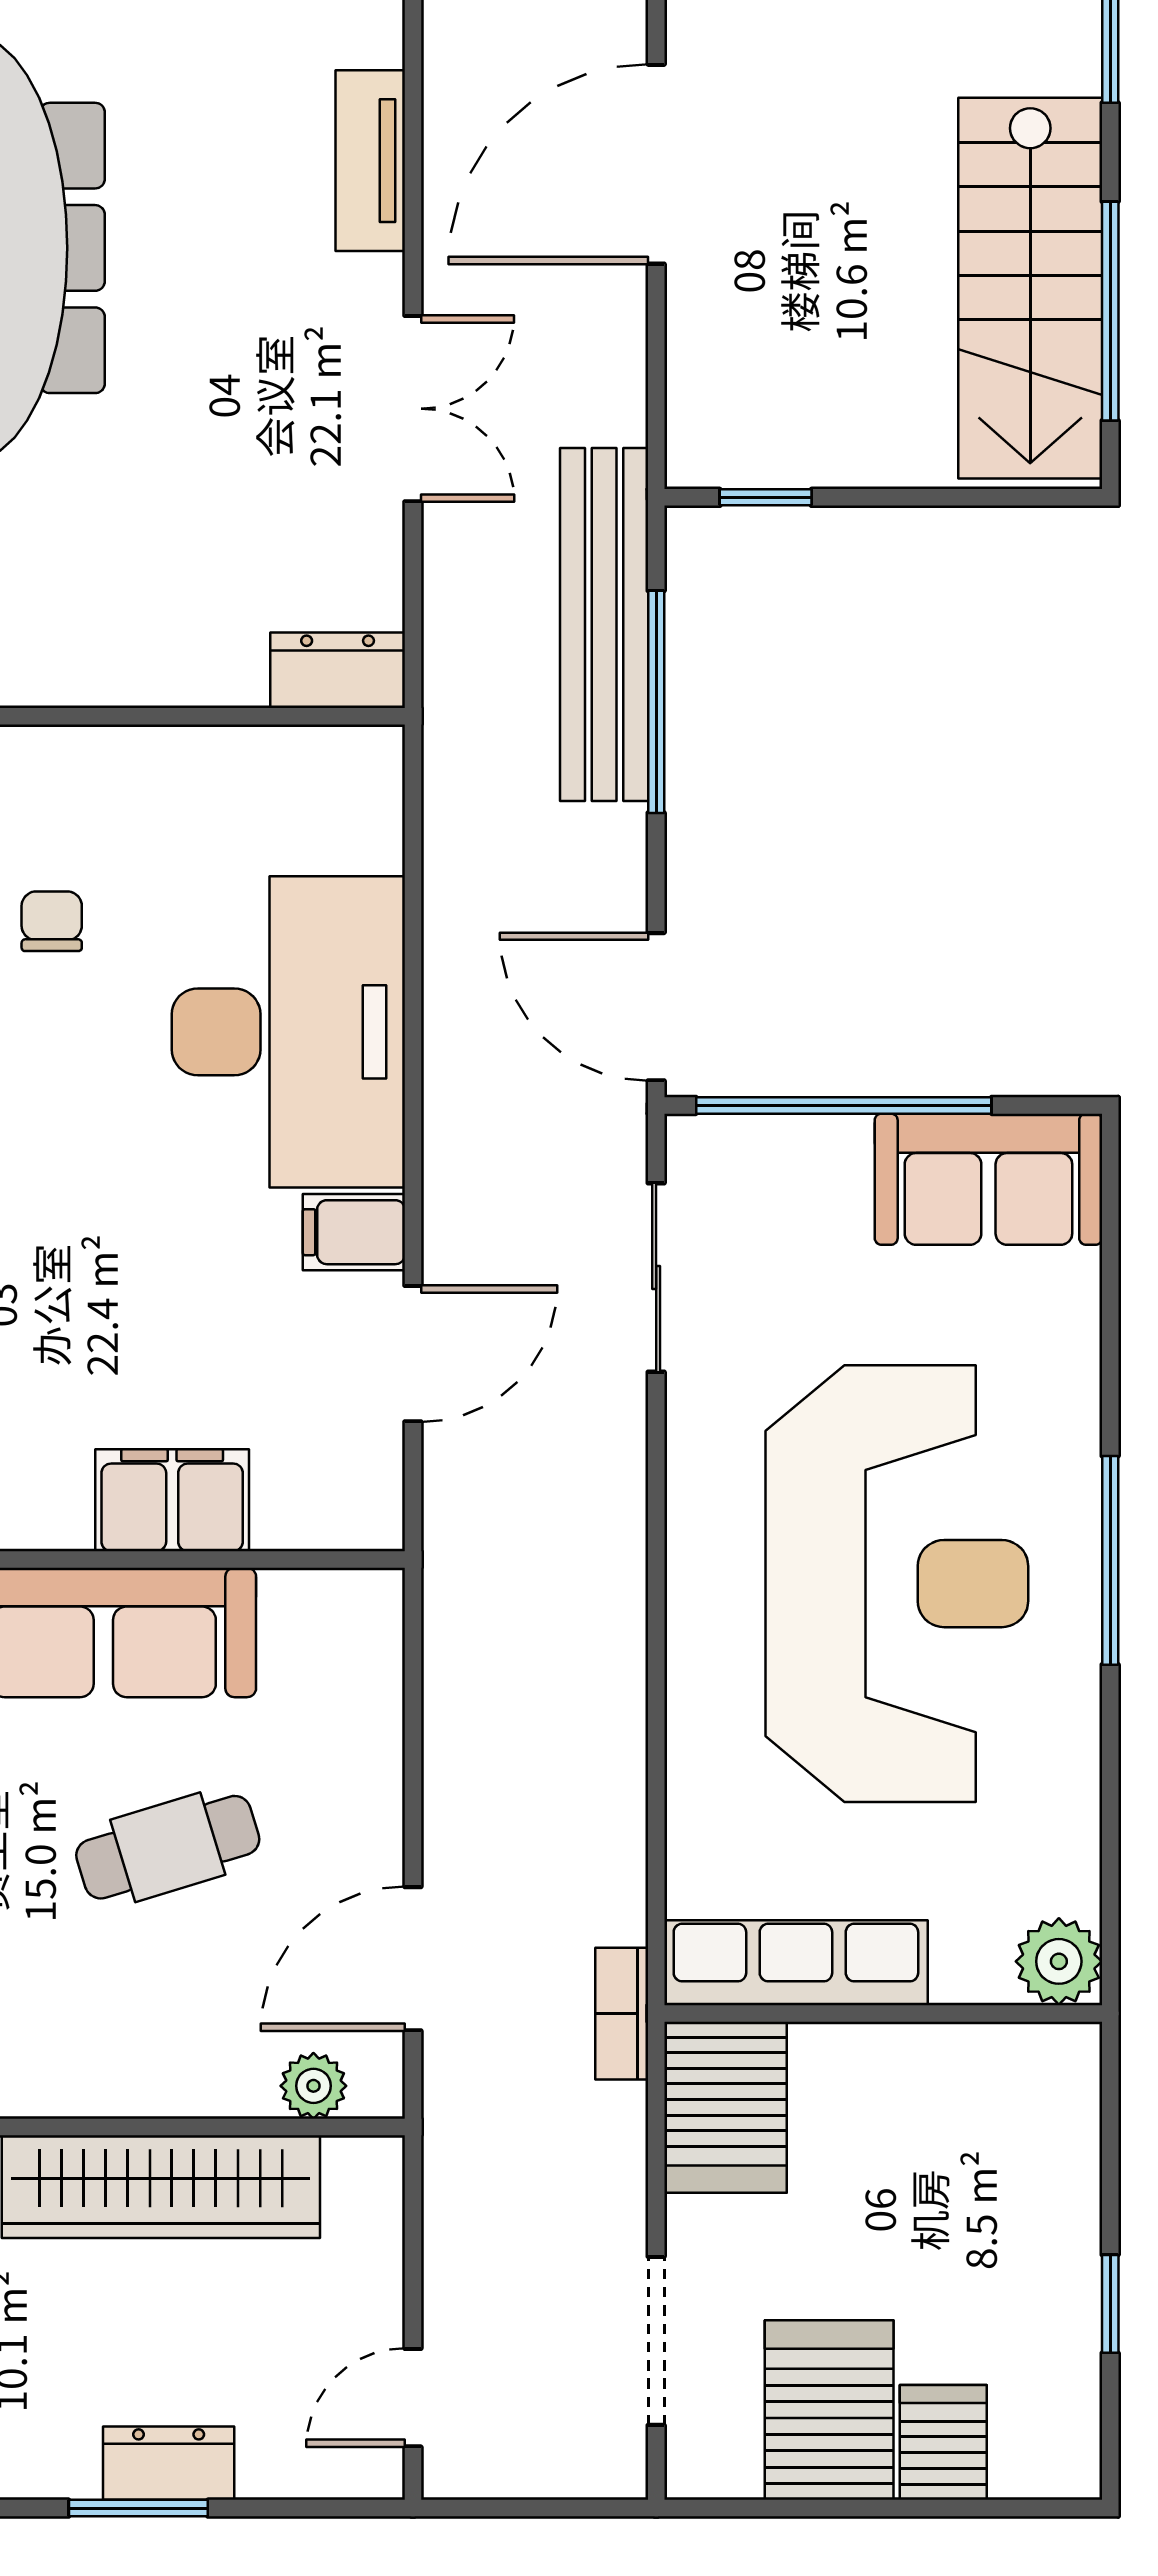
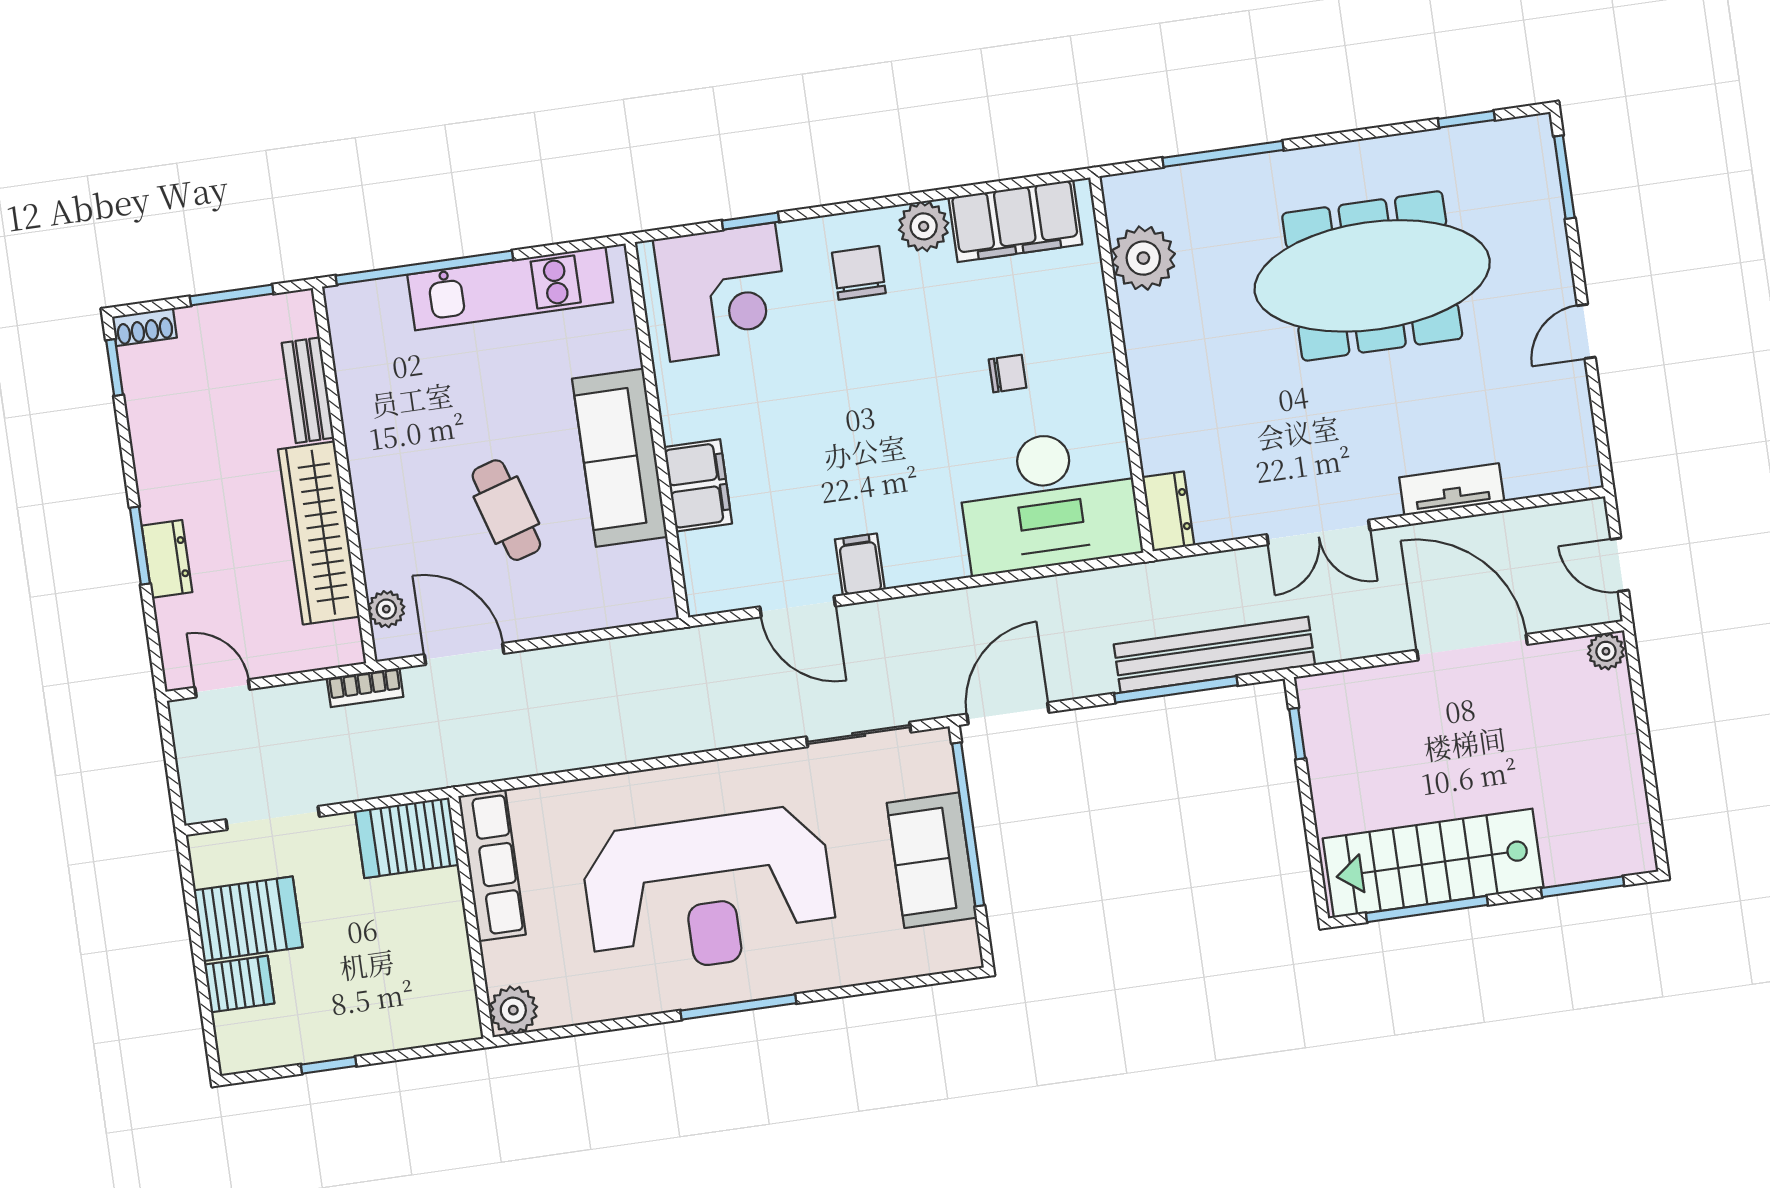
desk: (288, 1032) -> (1049, 501), moved
sofa: (988, 1179) -> (932, 860), moved
bookcase: (622, 2014) -> (365, 687), moved, turned 180

